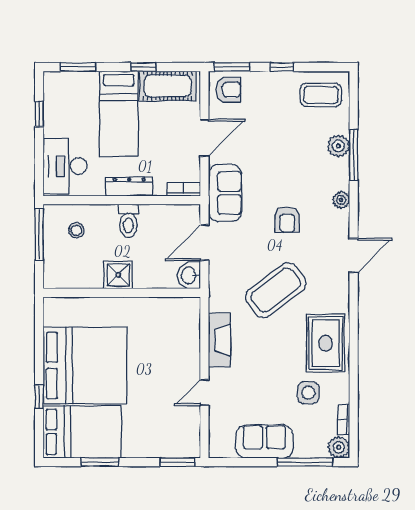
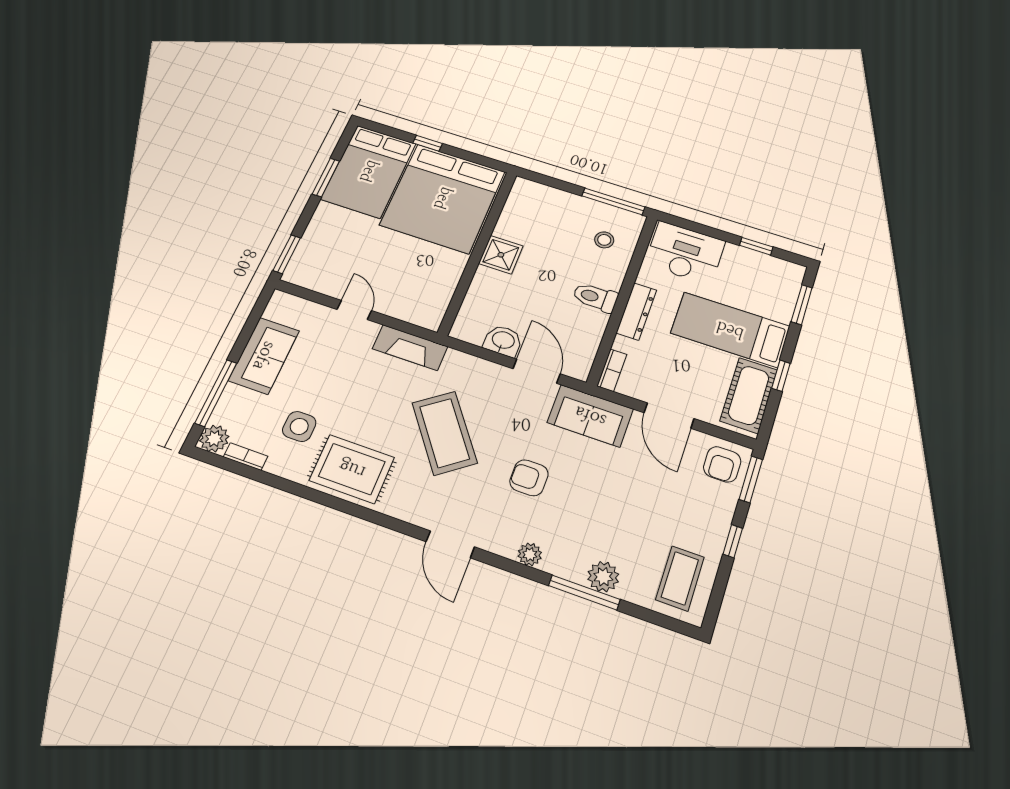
shower: (118, 275) -> (501, 255), moved
wall: (122, 293) -> (478, 252), moved

